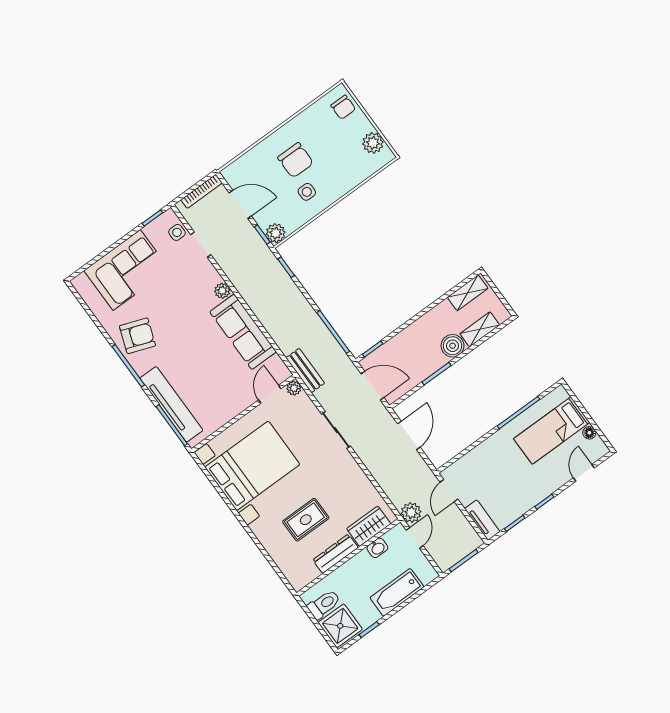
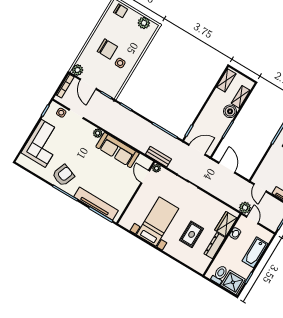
door: (240, 204) -> (88, 84), swing flipped
plant: (276, 233) -> (77, 70), moved
bed with nightstands: (252, 466) -> (158, 222), width x0.73

